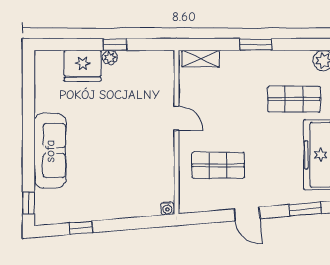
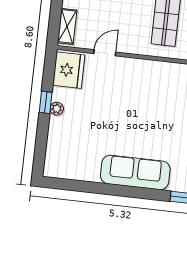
fridge: (83, 66) -> (69, 70), moved
door: (176, 118) -> (105, 53), moved

